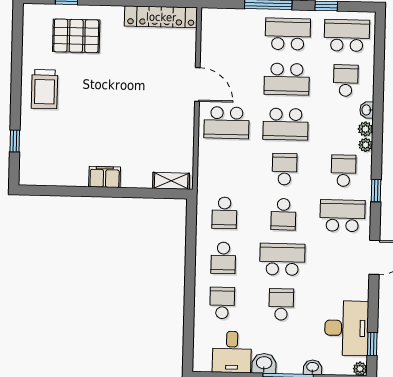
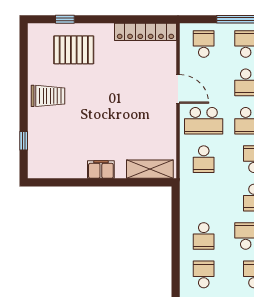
school desk: (229, 33) -> (204, 44), added
trolley: (45, 89) -> (48, 96), turned -90
shelving: (171, 181) -> (150, 169), width x1.50, depth x1.33
school desk: (224, 213) -> (204, 159), moved

